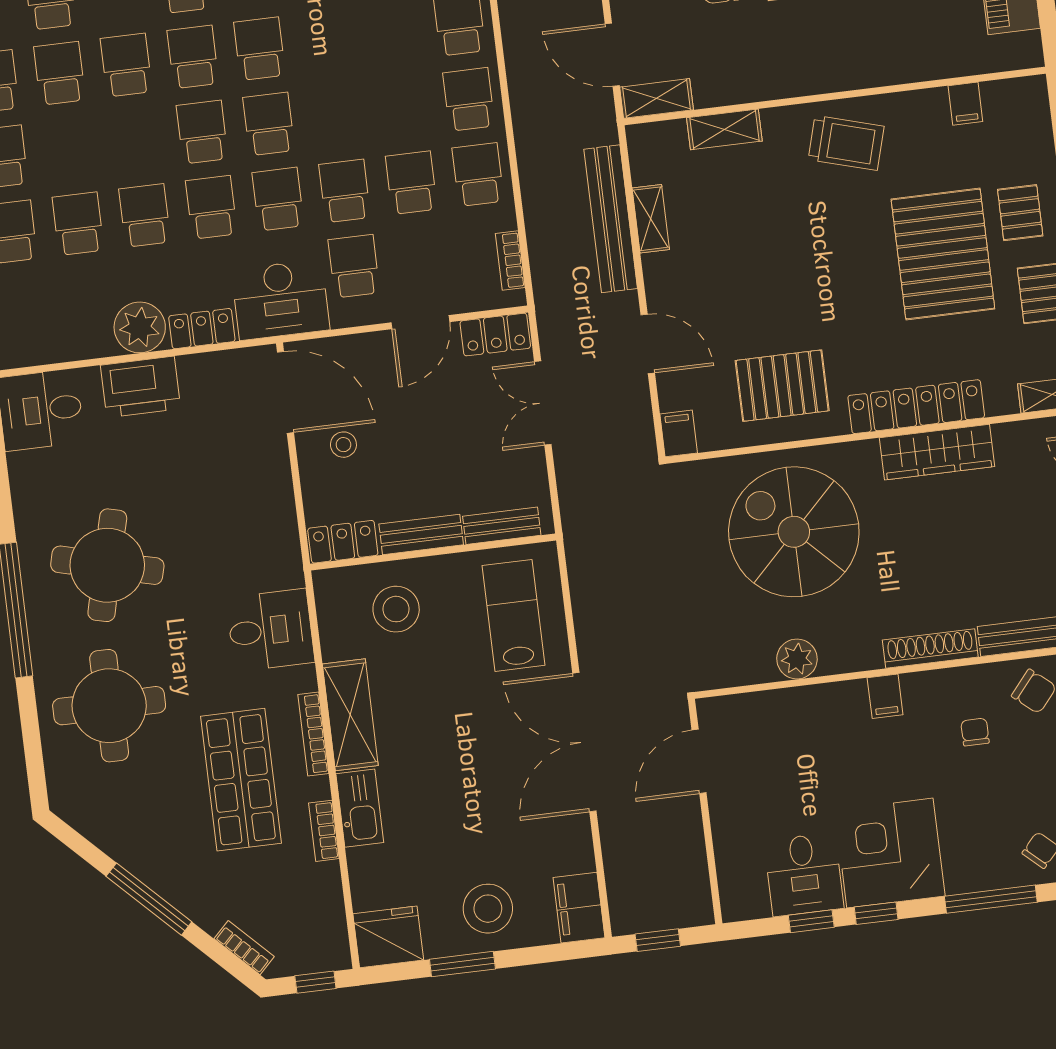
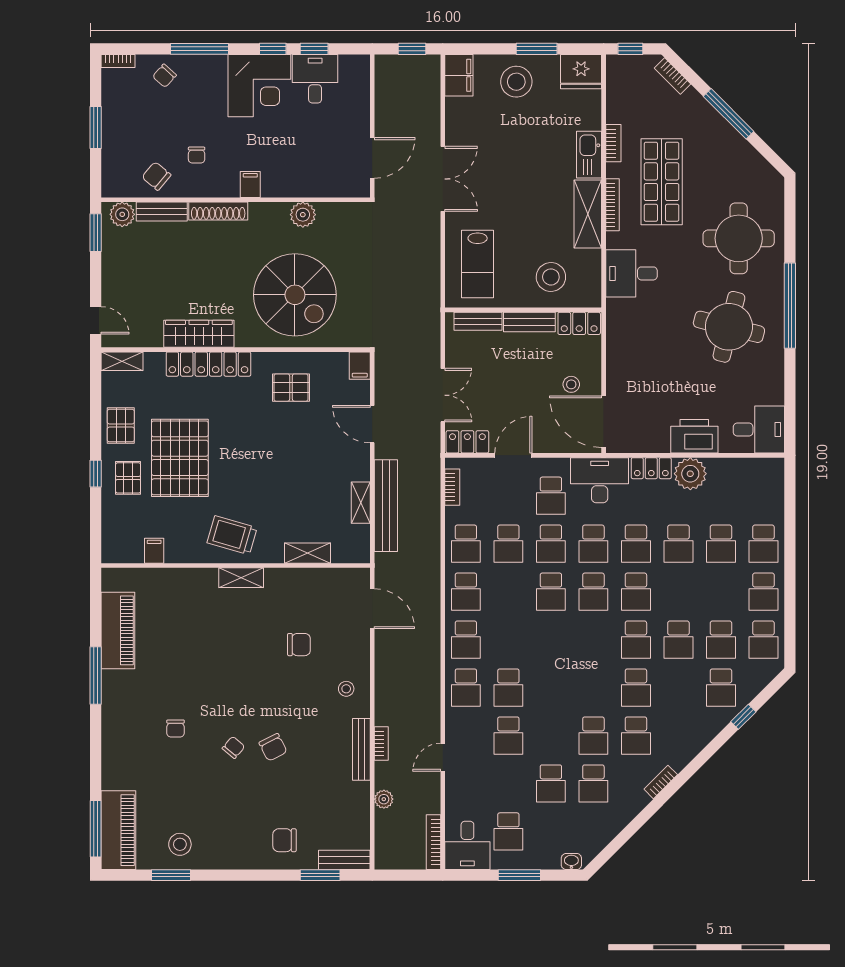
school desk: (260, 49) -> (551, 592), moved
shelving: (657, 98) -> (241, 578), moved
pallet: (782, 386) -> (291, 388), width x0.67, depth x0.71
double door: (584, 742) -> (443, 179), width x0.73

